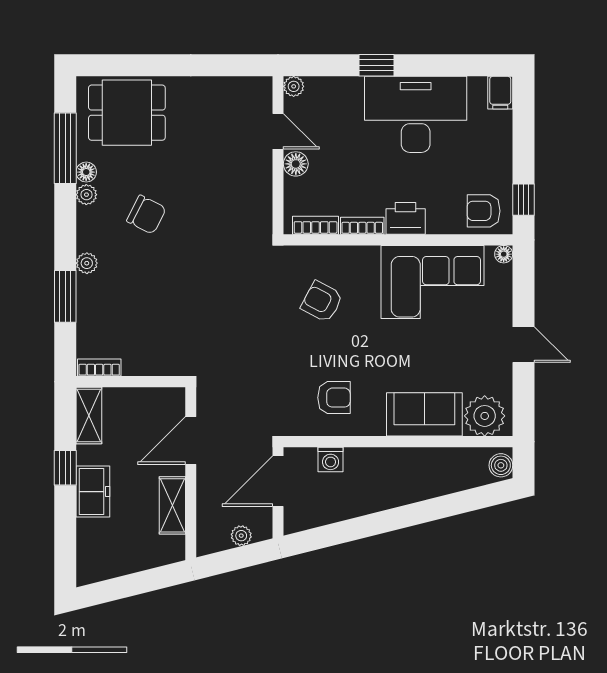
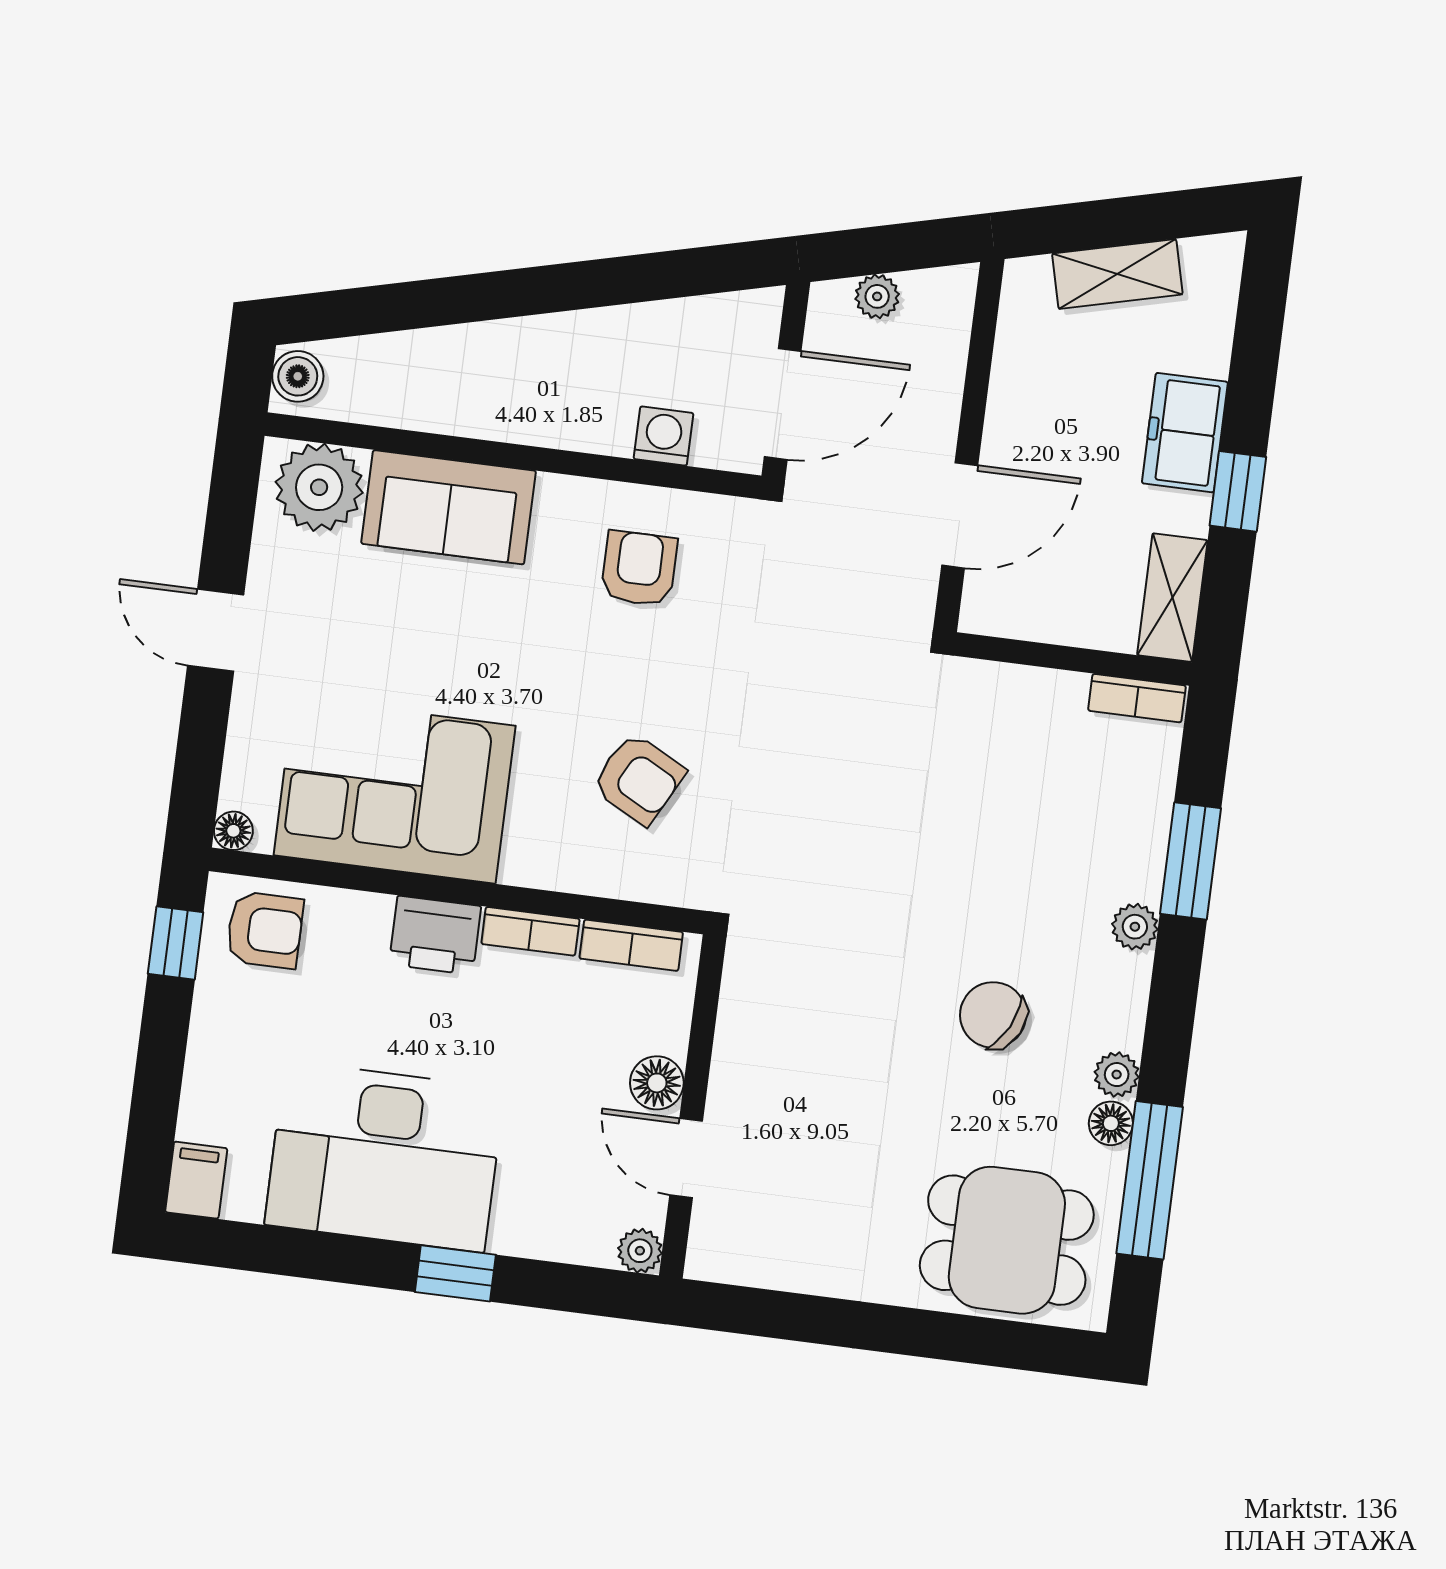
armchair: (334, 398) -> (639, 569), turned 90
shelving: (172, 505) -> (1117, 274), moved, turned 76

